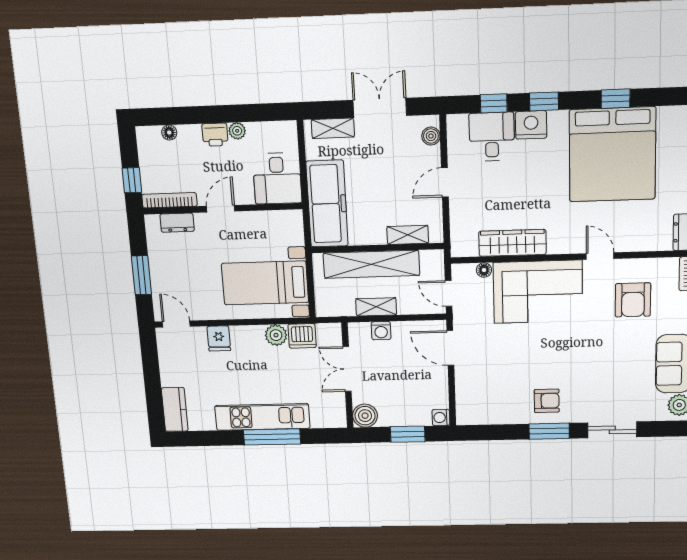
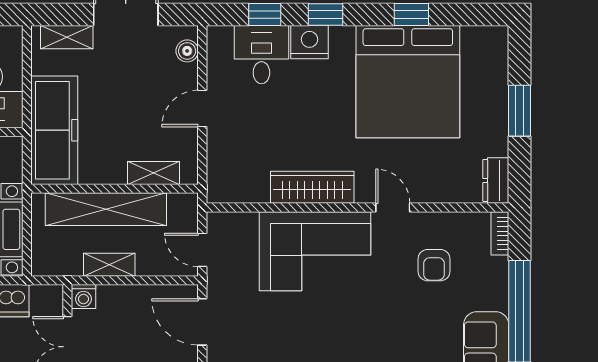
wardrobe: (512, 243) -> (312, 187), moved
floor lamp: (484, 270) -> (248, 221), removed
armchair: (633, 300) -> (434, 265), width x0.72, depth x0.72
washing machine: (381, 331) -> (84, 297), moved

